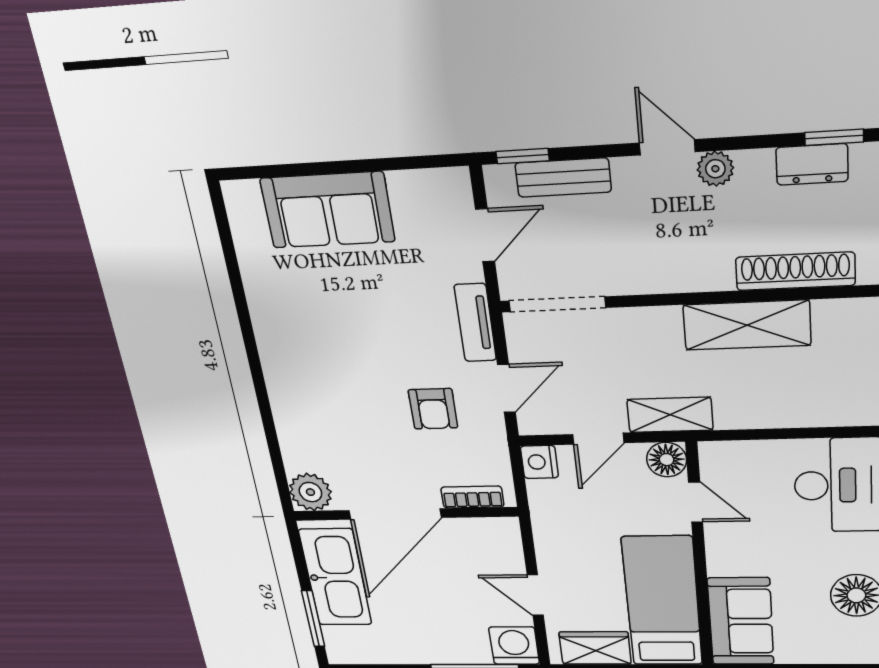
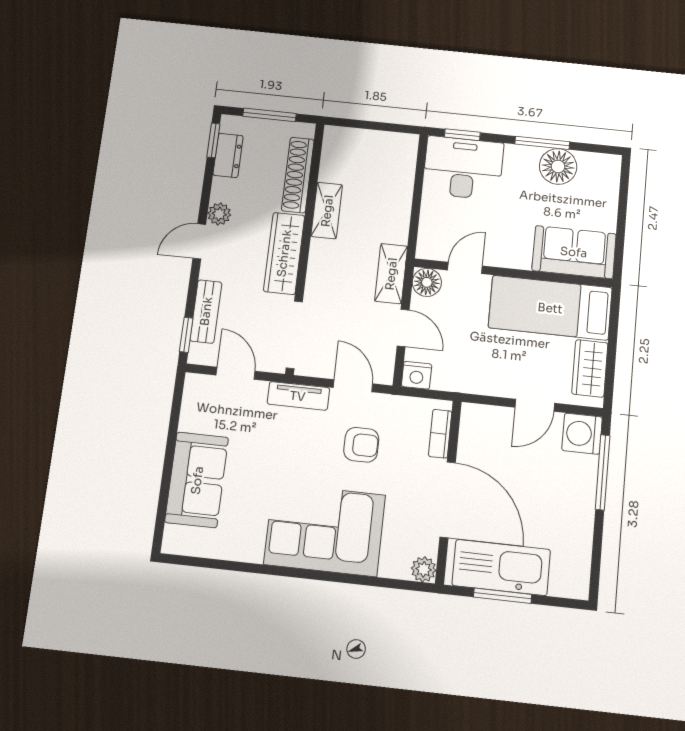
wardrobe: (672, 272) -> (284, 253), added
shelving: (747, 325) -> (327, 211), width x0.67, depth x0.75
corner sofa: (315, 381) -> (325, 530), added
plant: (310, 492) -> (424, 569), width x0.73, depth x0.73
window: (313, 619) -> (503, 596), moved

